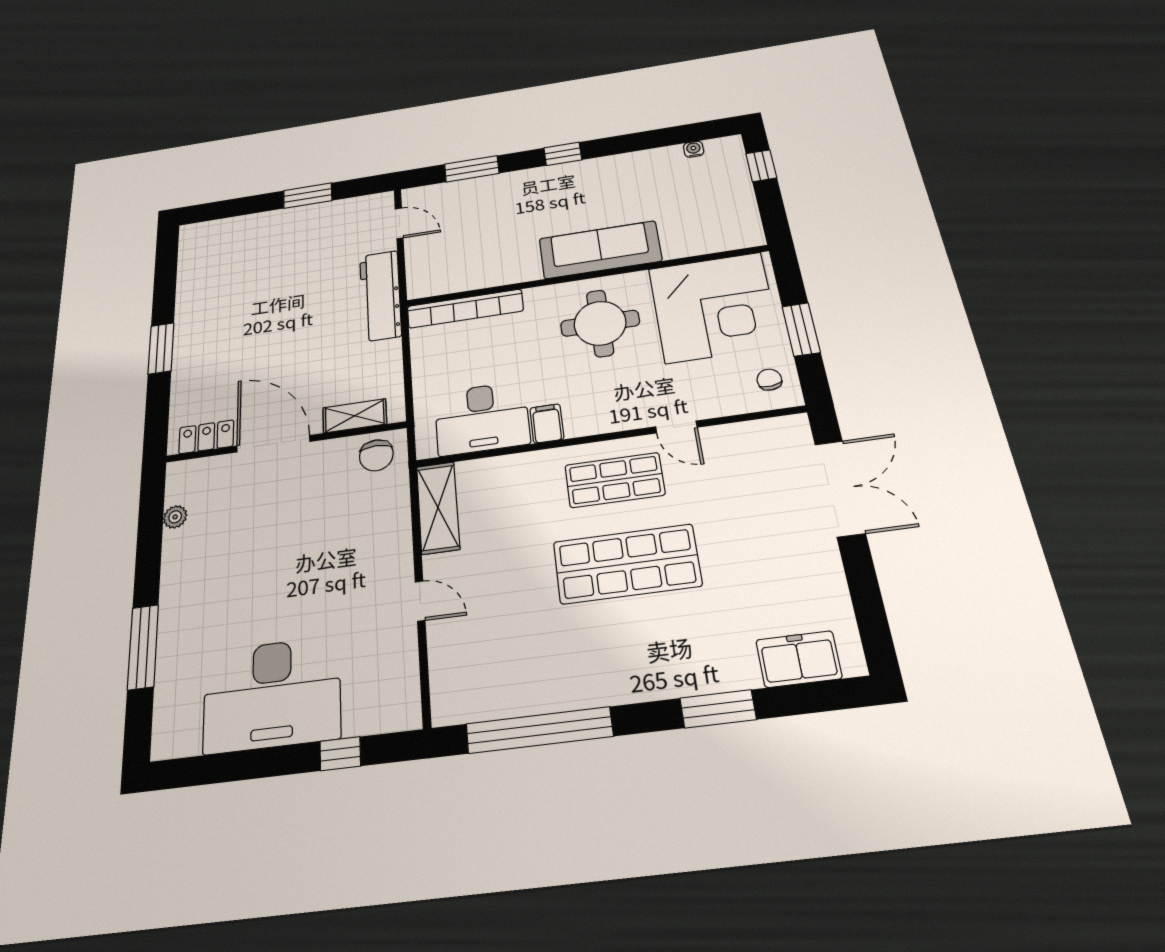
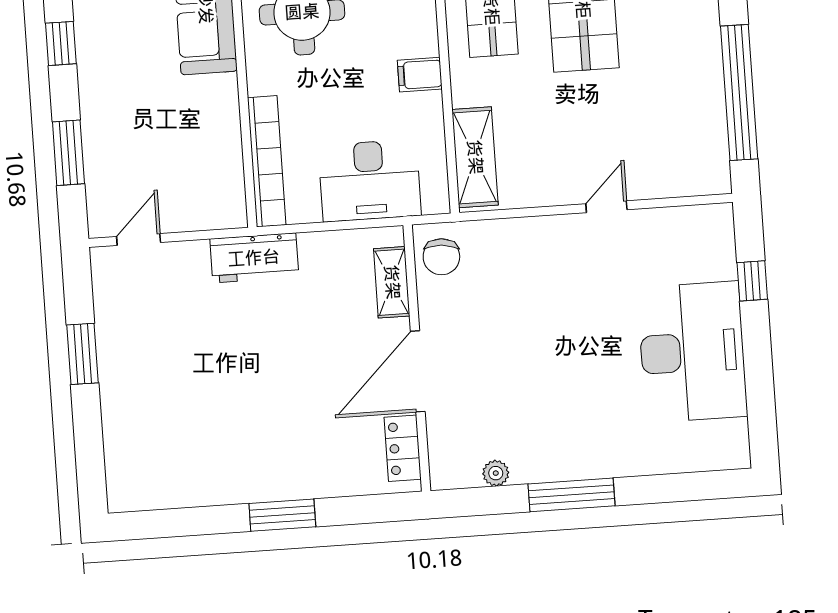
workbench: (380, 296) -> (254, 258), width x0.73
desk: (482, 418) -> (370, 180), moved, turned 90
chair: (376, 455) -> (441, 257), turned 94
shelving: (438, 508) -> (475, 157), moved, turned 90
window: (143, 647) -> (572, 495), moved

